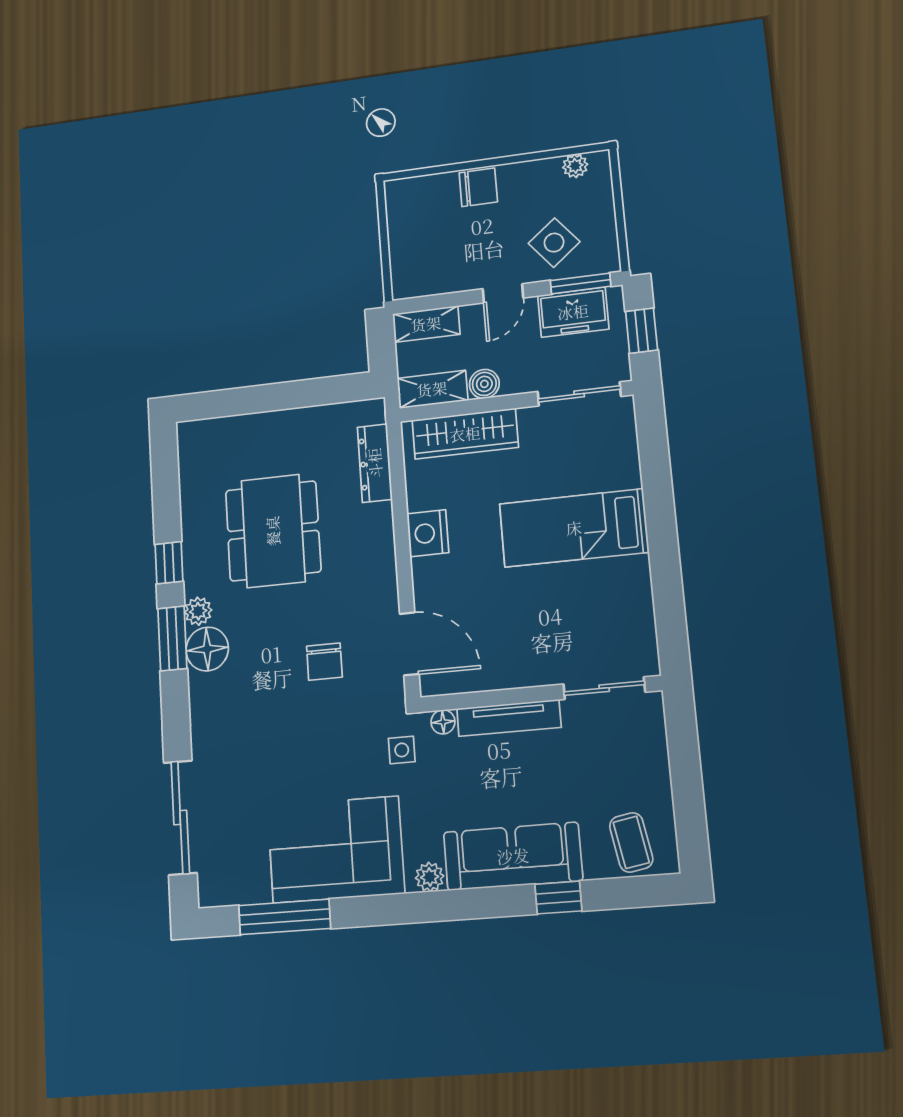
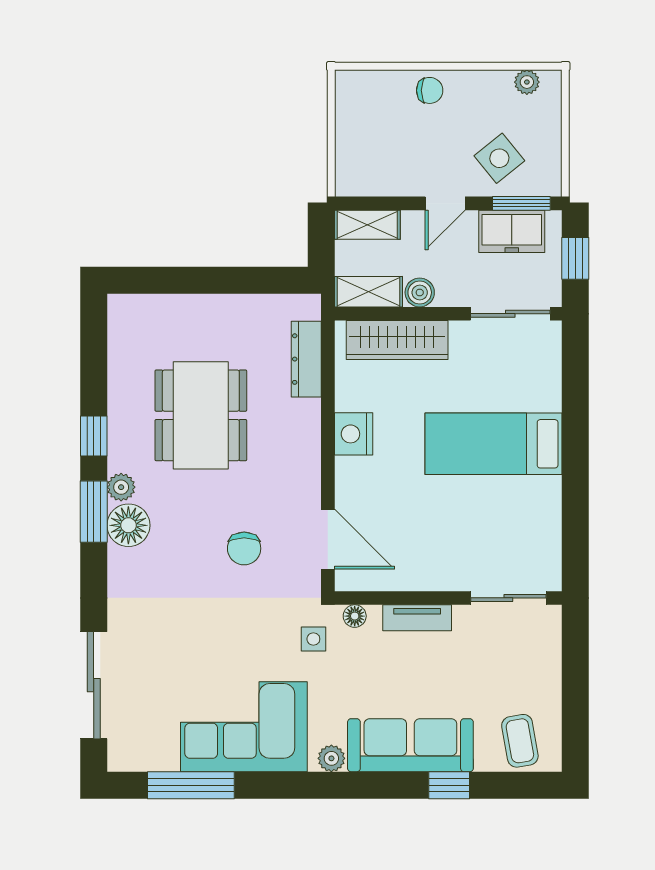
chair: (478, 187) -> (430, 90), width x0.73, depth x0.73
tv unit: (509, 718) -> (417, 618), width x0.71

